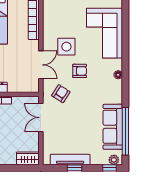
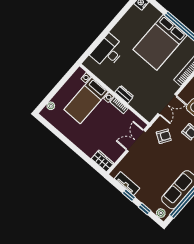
tv unit: (70, 160) -> (127, 184), width x0.71
window: (109, 168) -> (145, 209), moved

